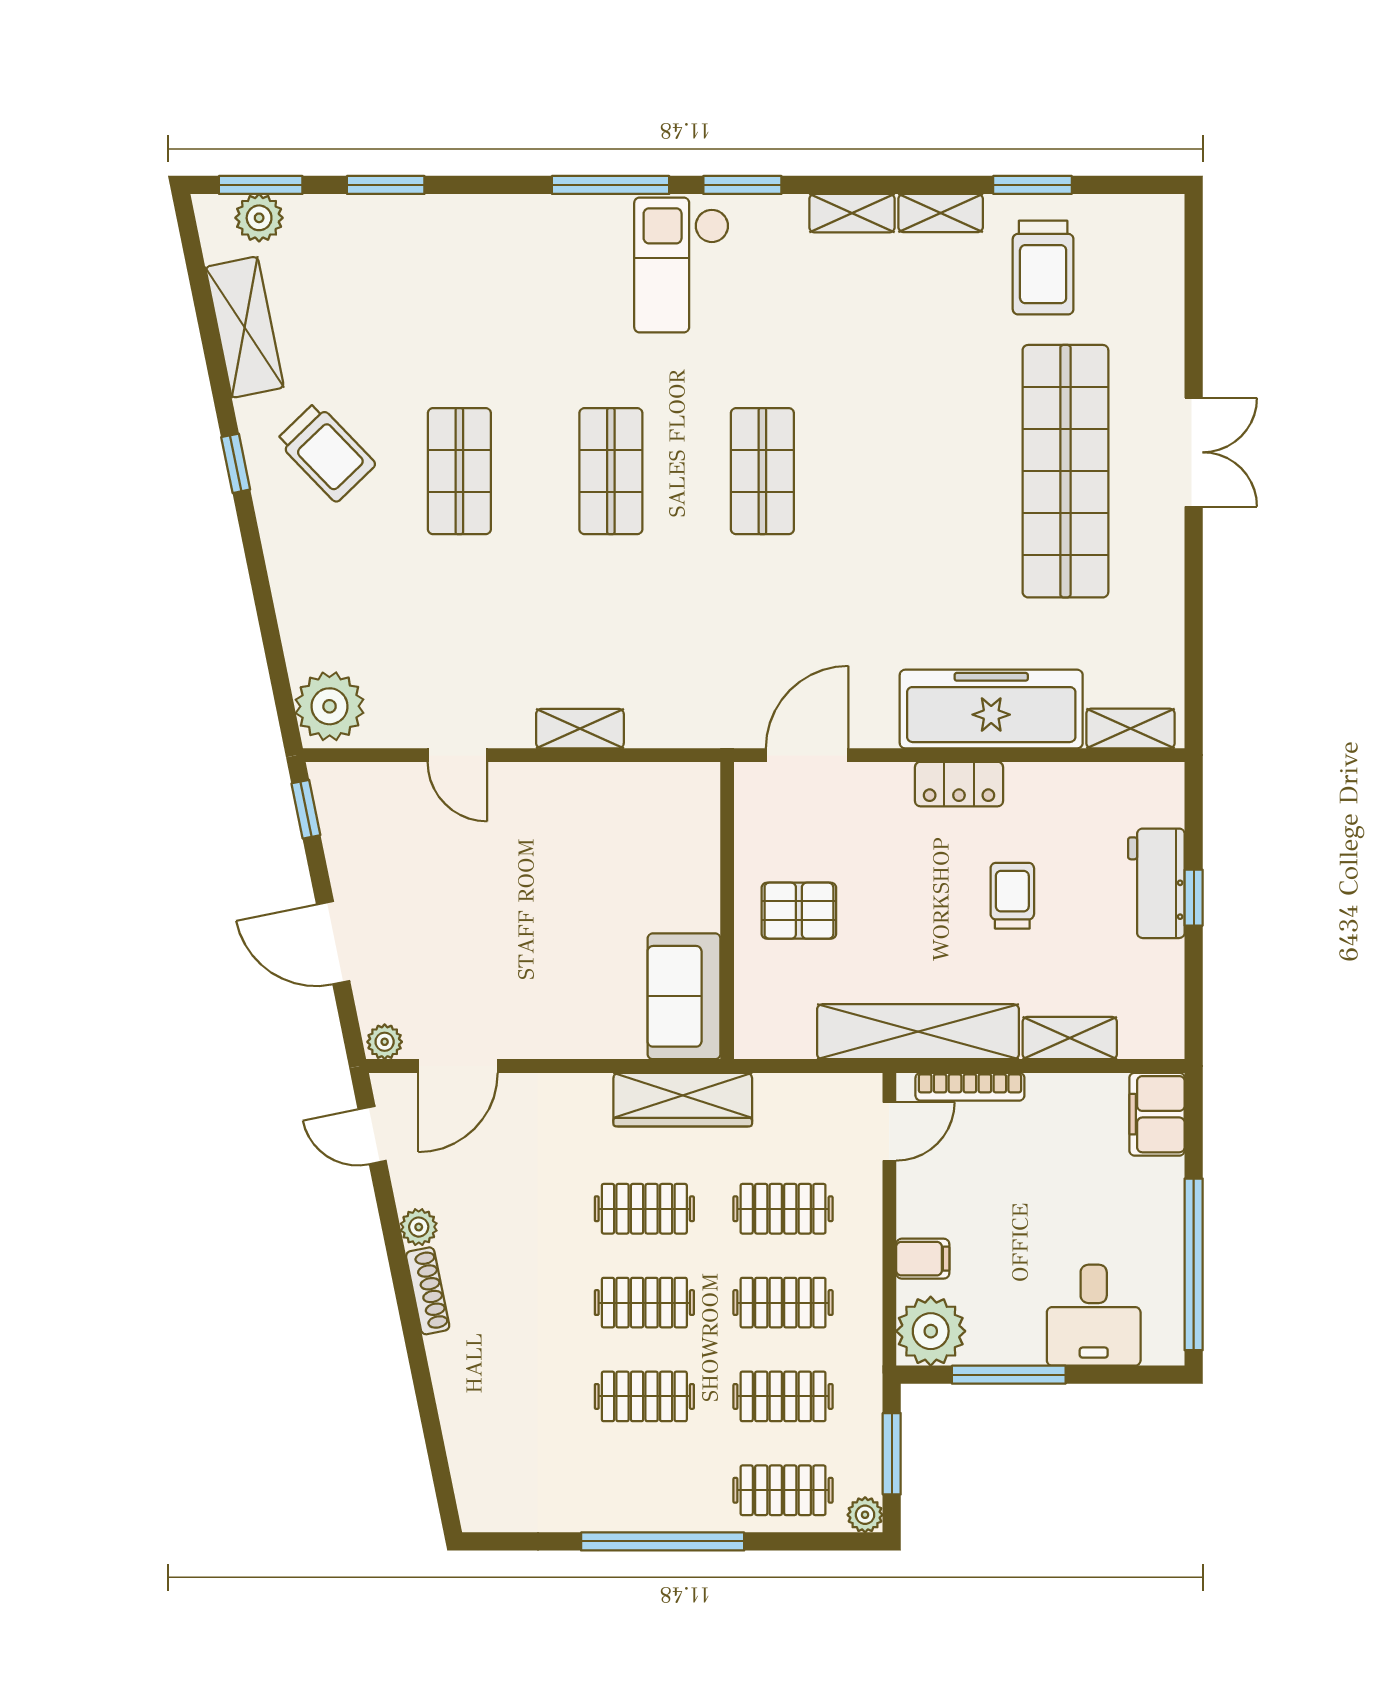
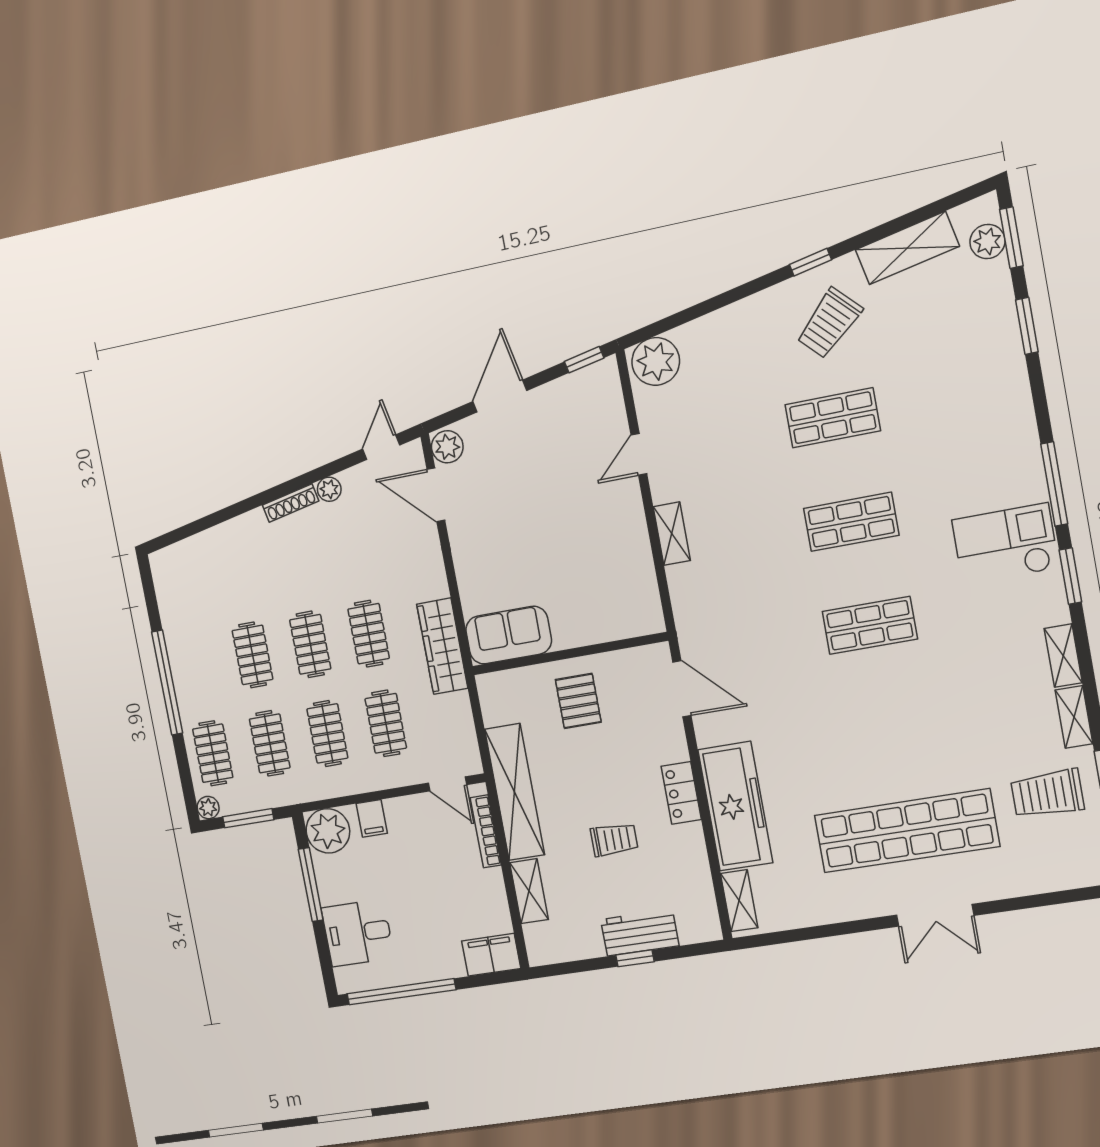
plant: (385, 1042) -> (447, 447), width x1.38, depth x1.38

